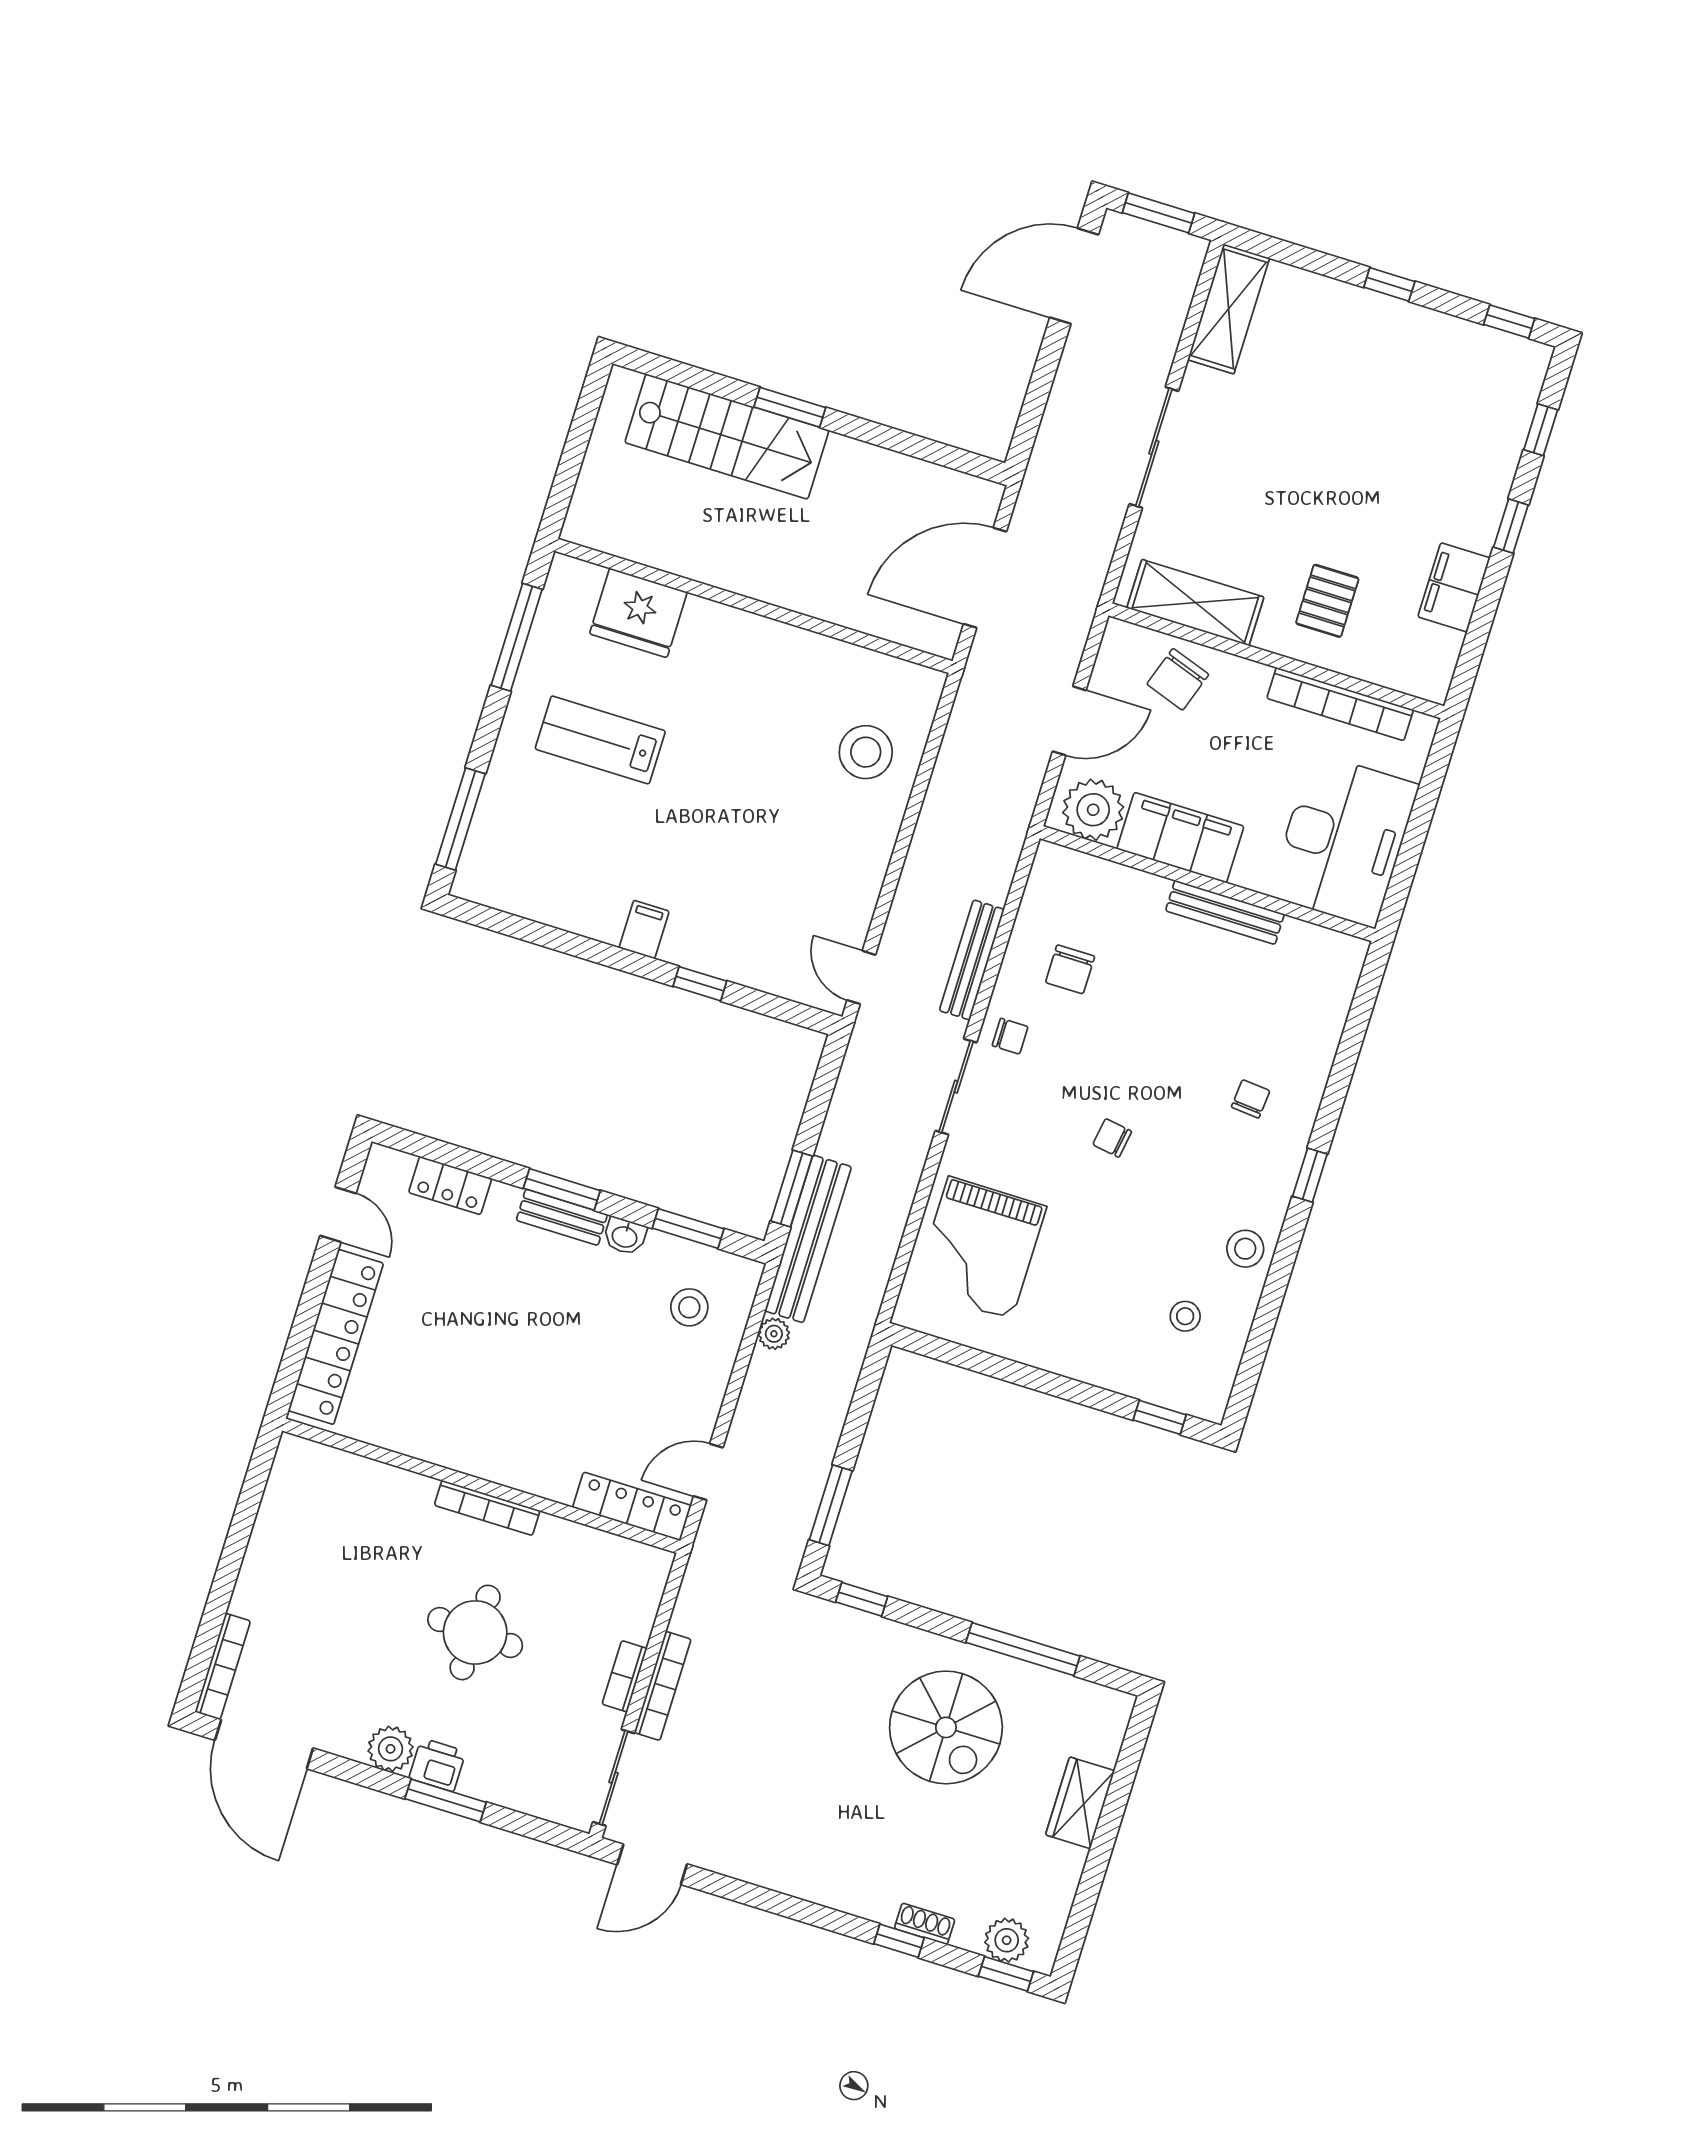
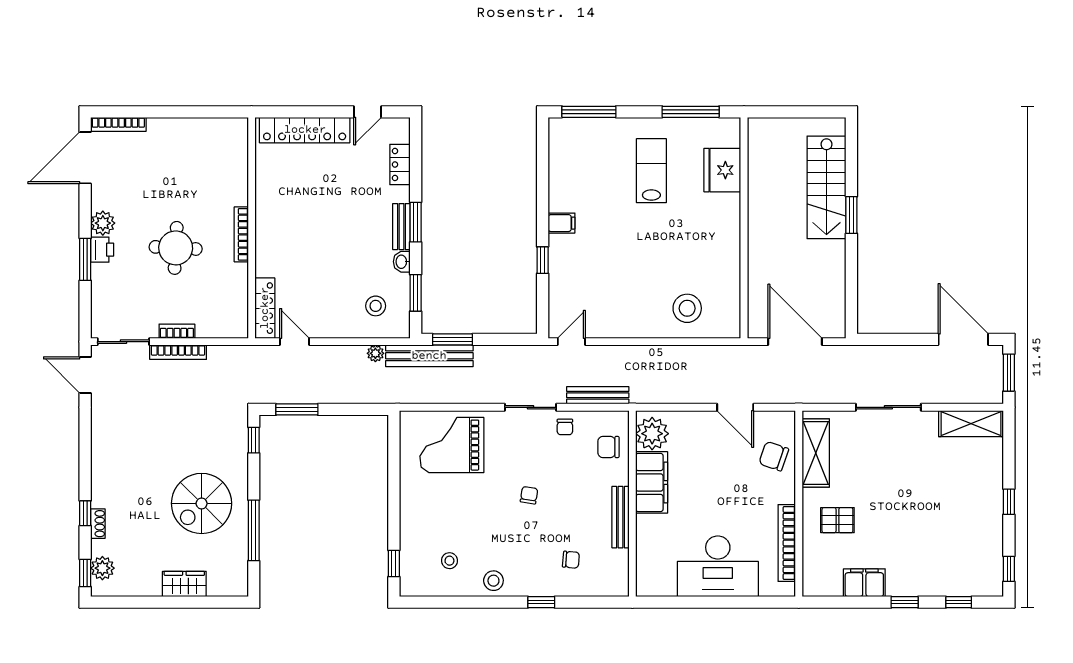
plant: (1093, 810) -> (652, 434), moved
filing cabinet: (1180, 838) -> (652, 482), moved
wall: (1207, 884) -> (632, 504), moved
bench: (1225, 912) -> (621, 517), moved

